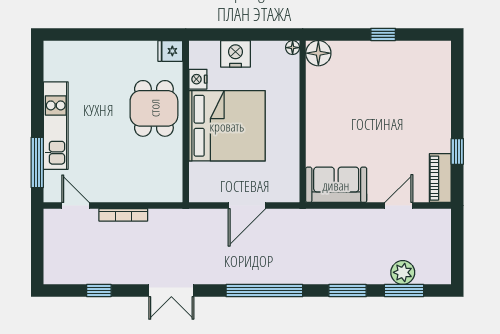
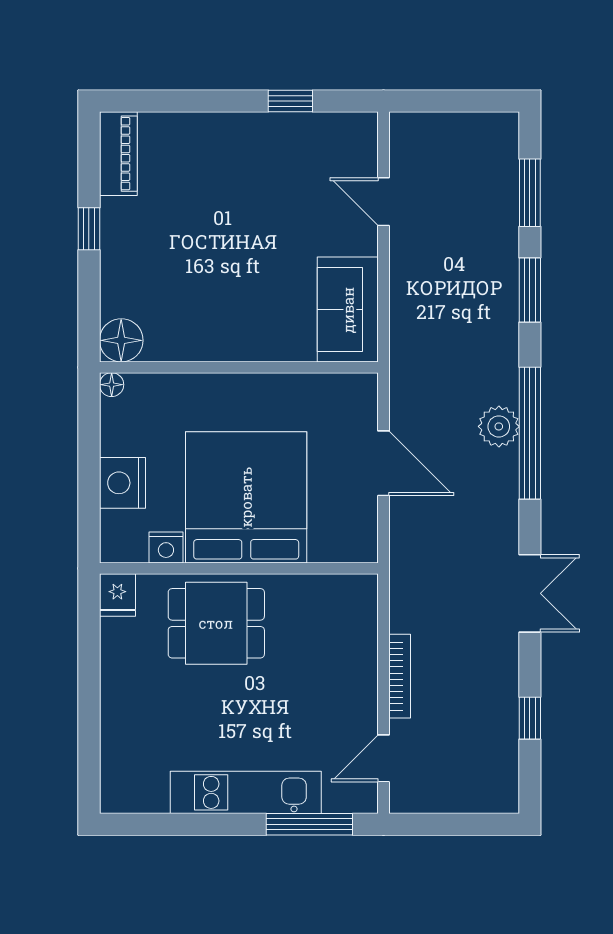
piano: (440, 178) -> (118, 154), moved, turned -90
plant: (403, 272) -> (499, 426), moved

